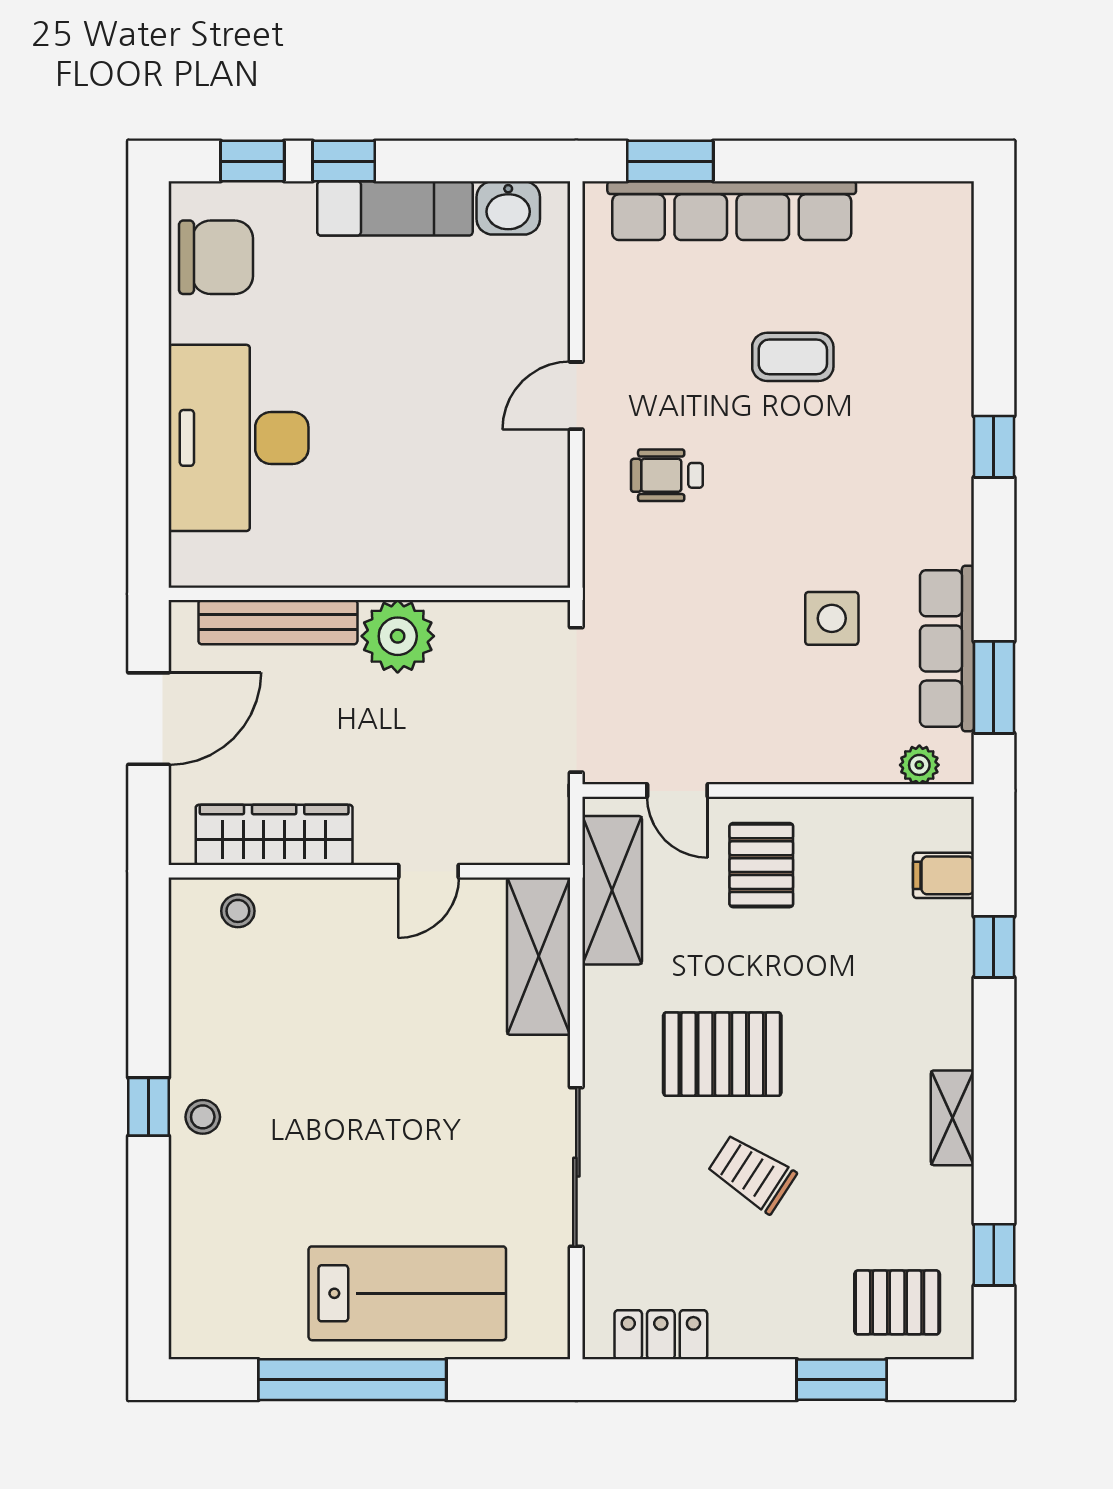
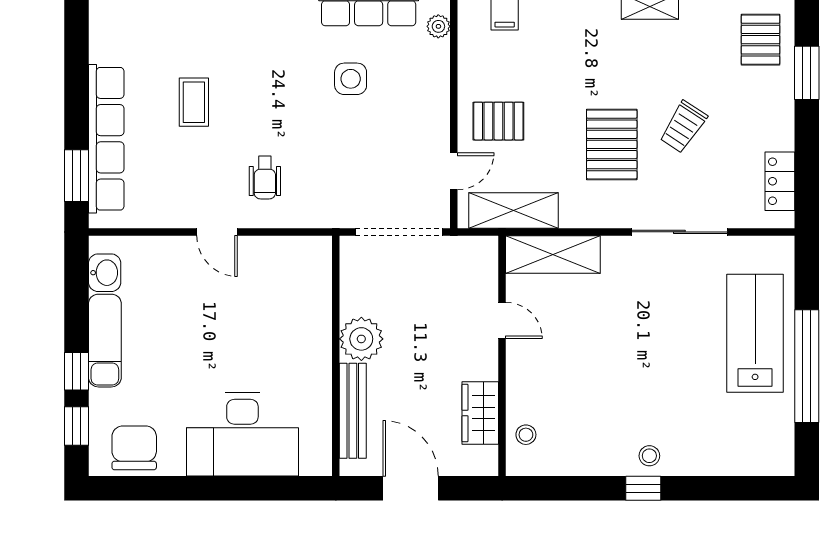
wardrobe: (274, 835) -> (480, 413), width x0.67

